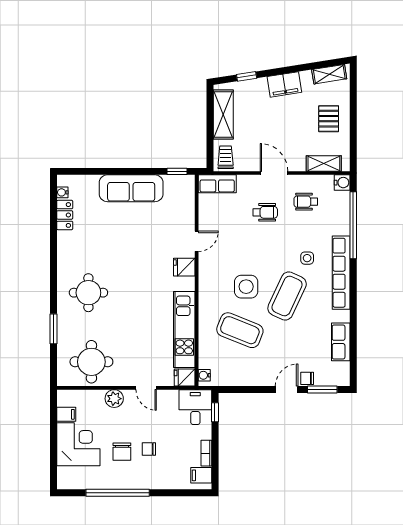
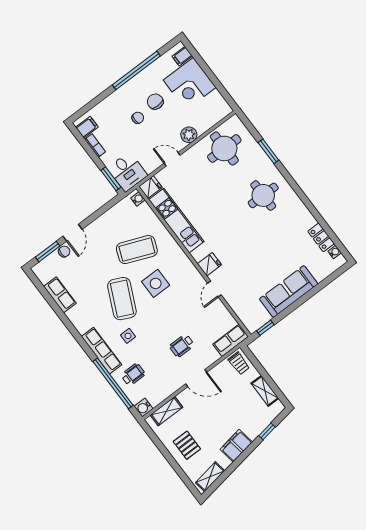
shelving: (223, 114) -> (265, 391), width x0.67, depth x0.75
wheelchair: (306, 202) -> (133, 375), moved
row of seats: (341, 273) -> (102, 351), width x0.73
window: (215, 412) -> (111, 179), width x1.50
filing cabinet: (66, 414) -> (182, 56), moved

